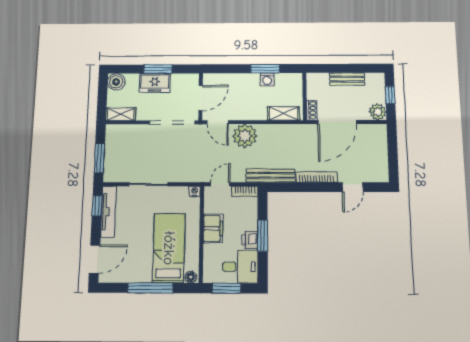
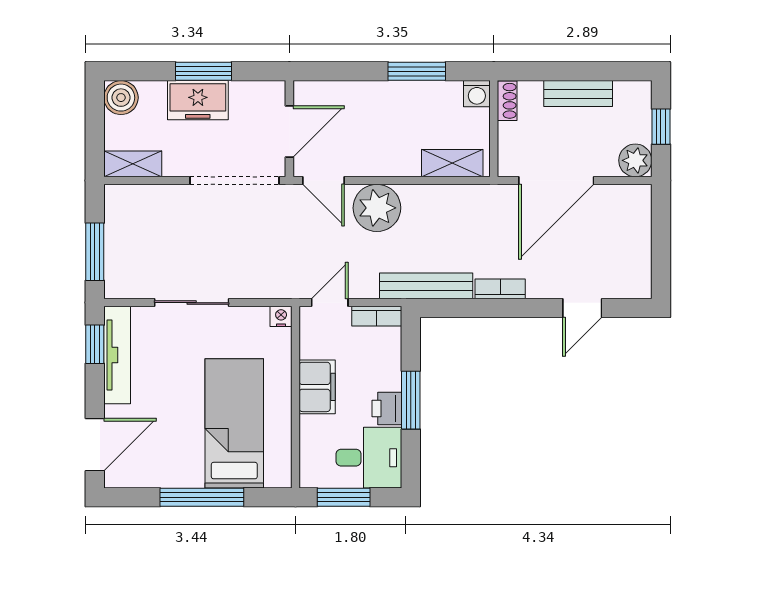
washing machine: (267, 79) -> (477, 94), moved
shoe rack: (312, 110) -> (507, 101), moved
bookcase: (317, 177) -> (500, 289), width x0.64
floor lamp: (191, 277) -> (277, 477), removed

